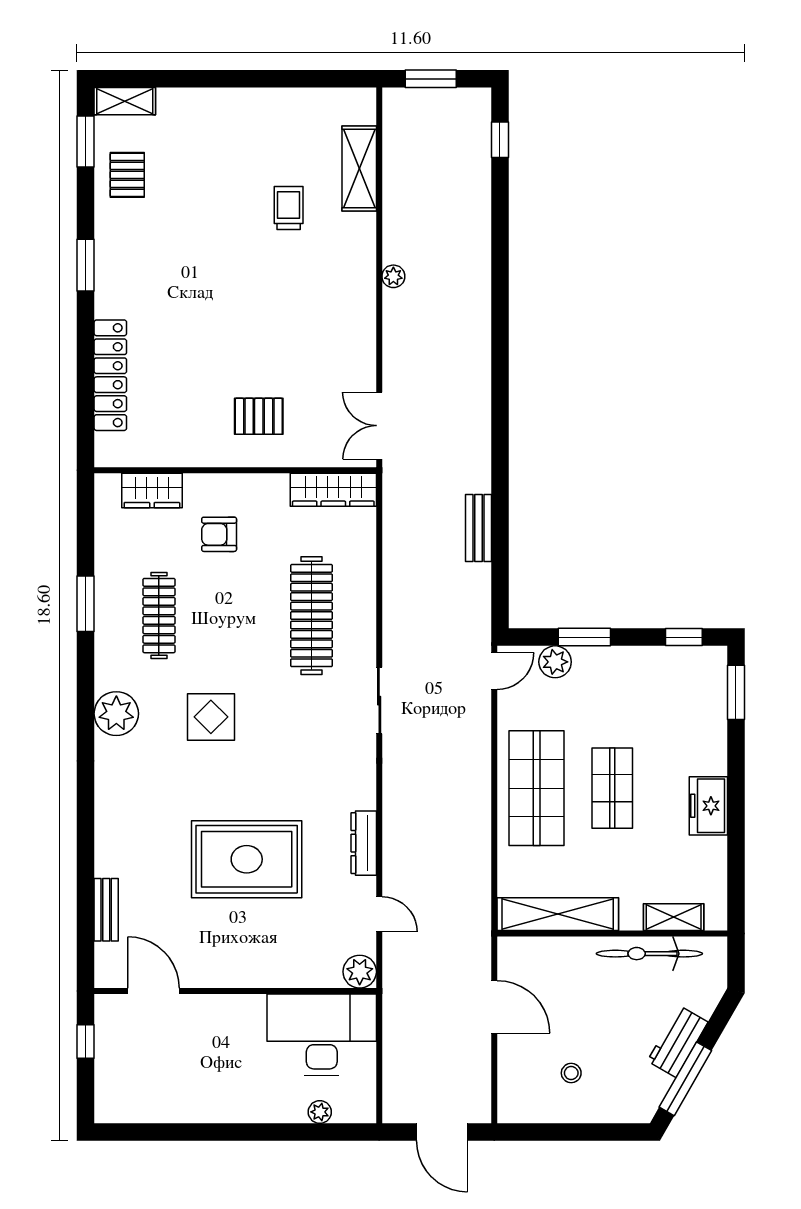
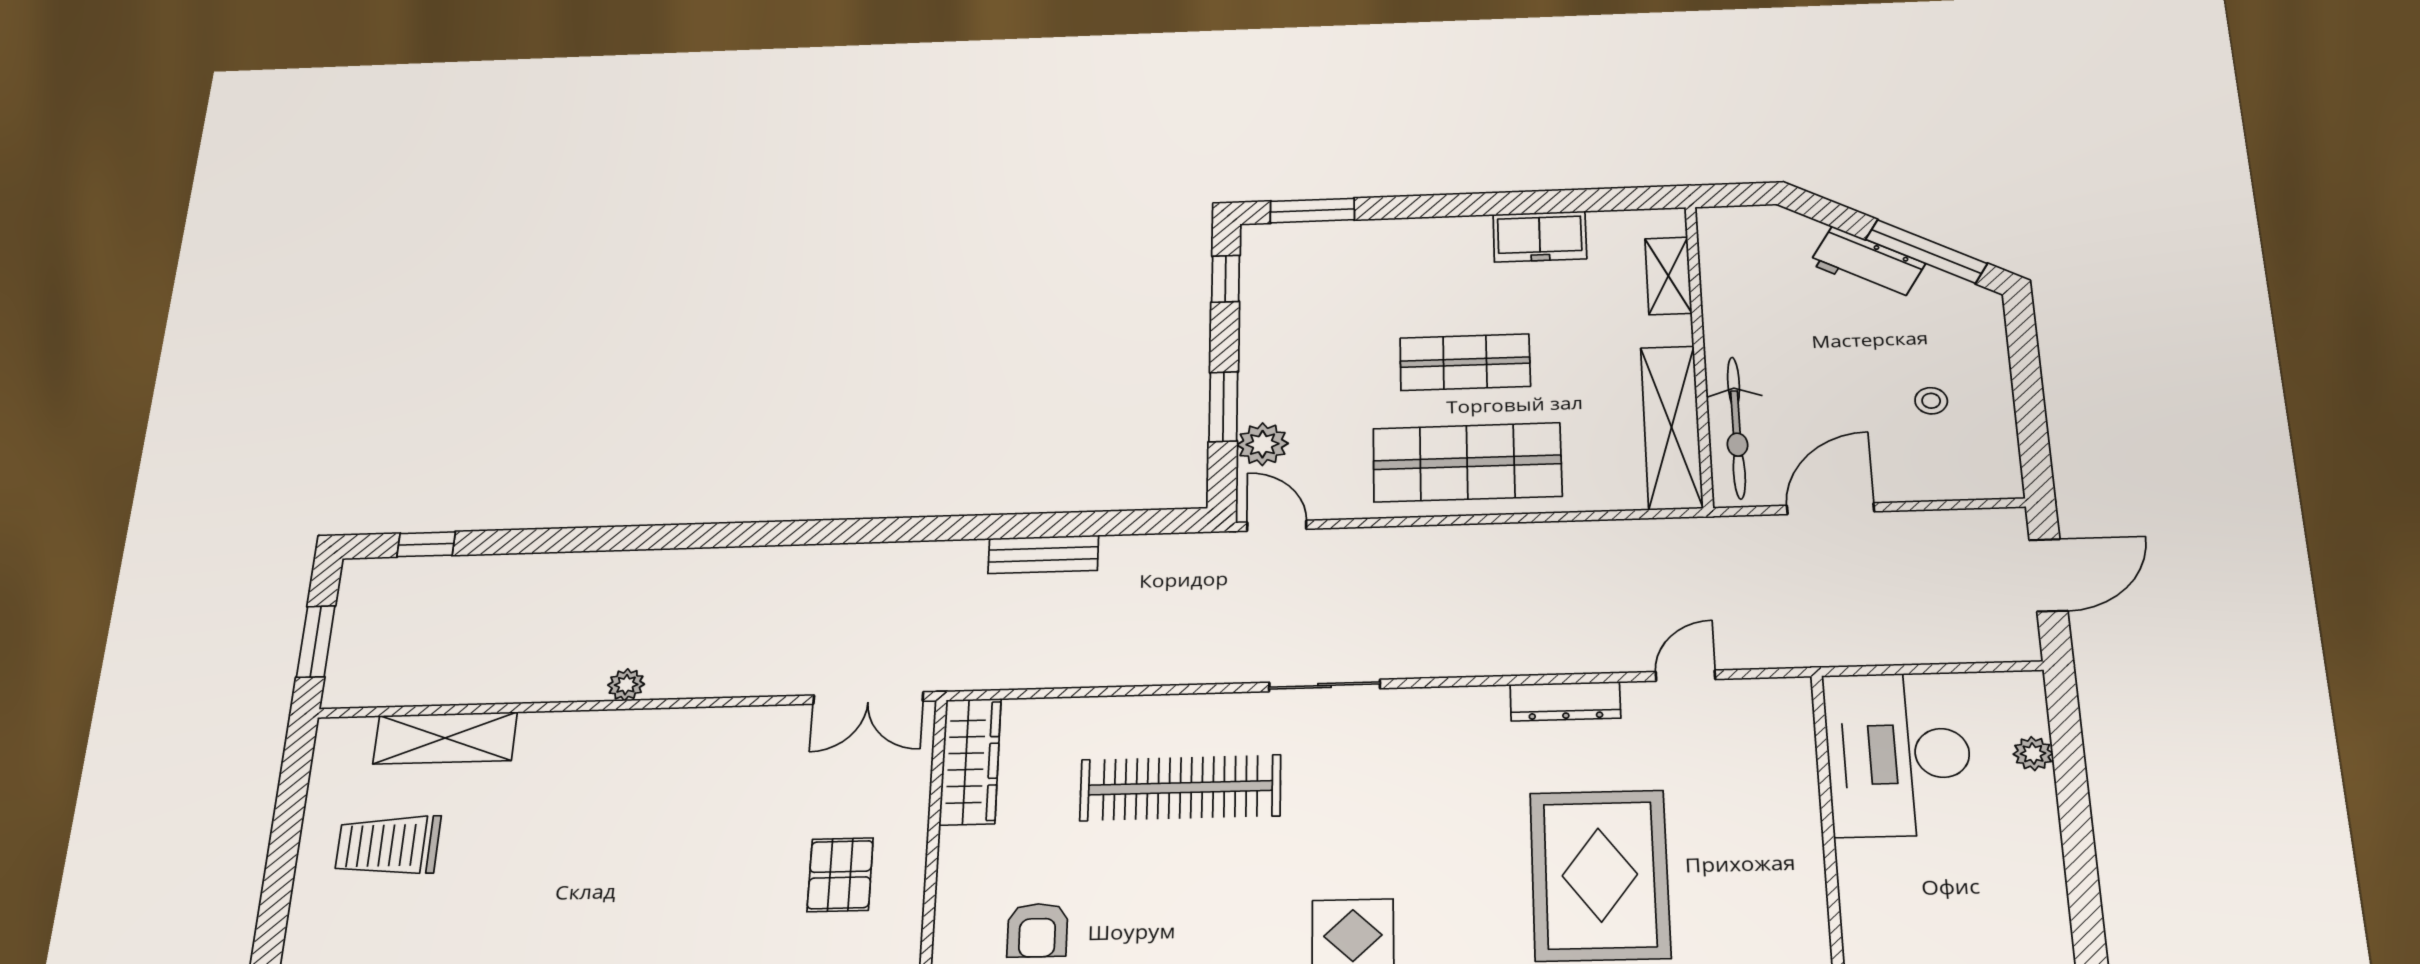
trolley: (289, 208) -> (388, 845), moved, width x1.36, depth x1.39
freezer: (708, 806) -> (1540, 237), moved
bicycle: (649, 954) -> (1736, 428), moved
plant: (360, 972) -> (1785, 701), removed

